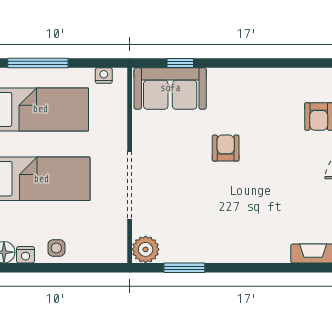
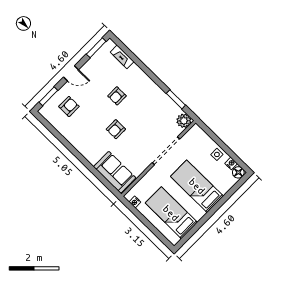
window: (38, 63) -> (155, 231), removed
window: (180, 63) -> (101, 178), removed
armchair: (268, 194) -> (117, 96), added

